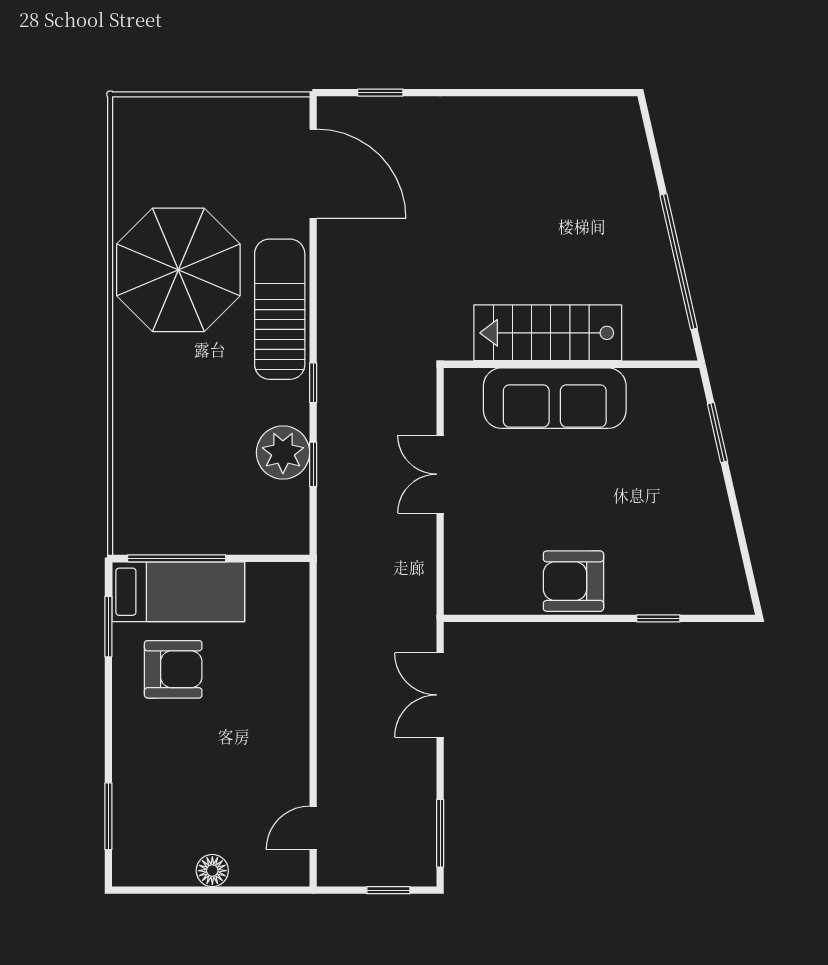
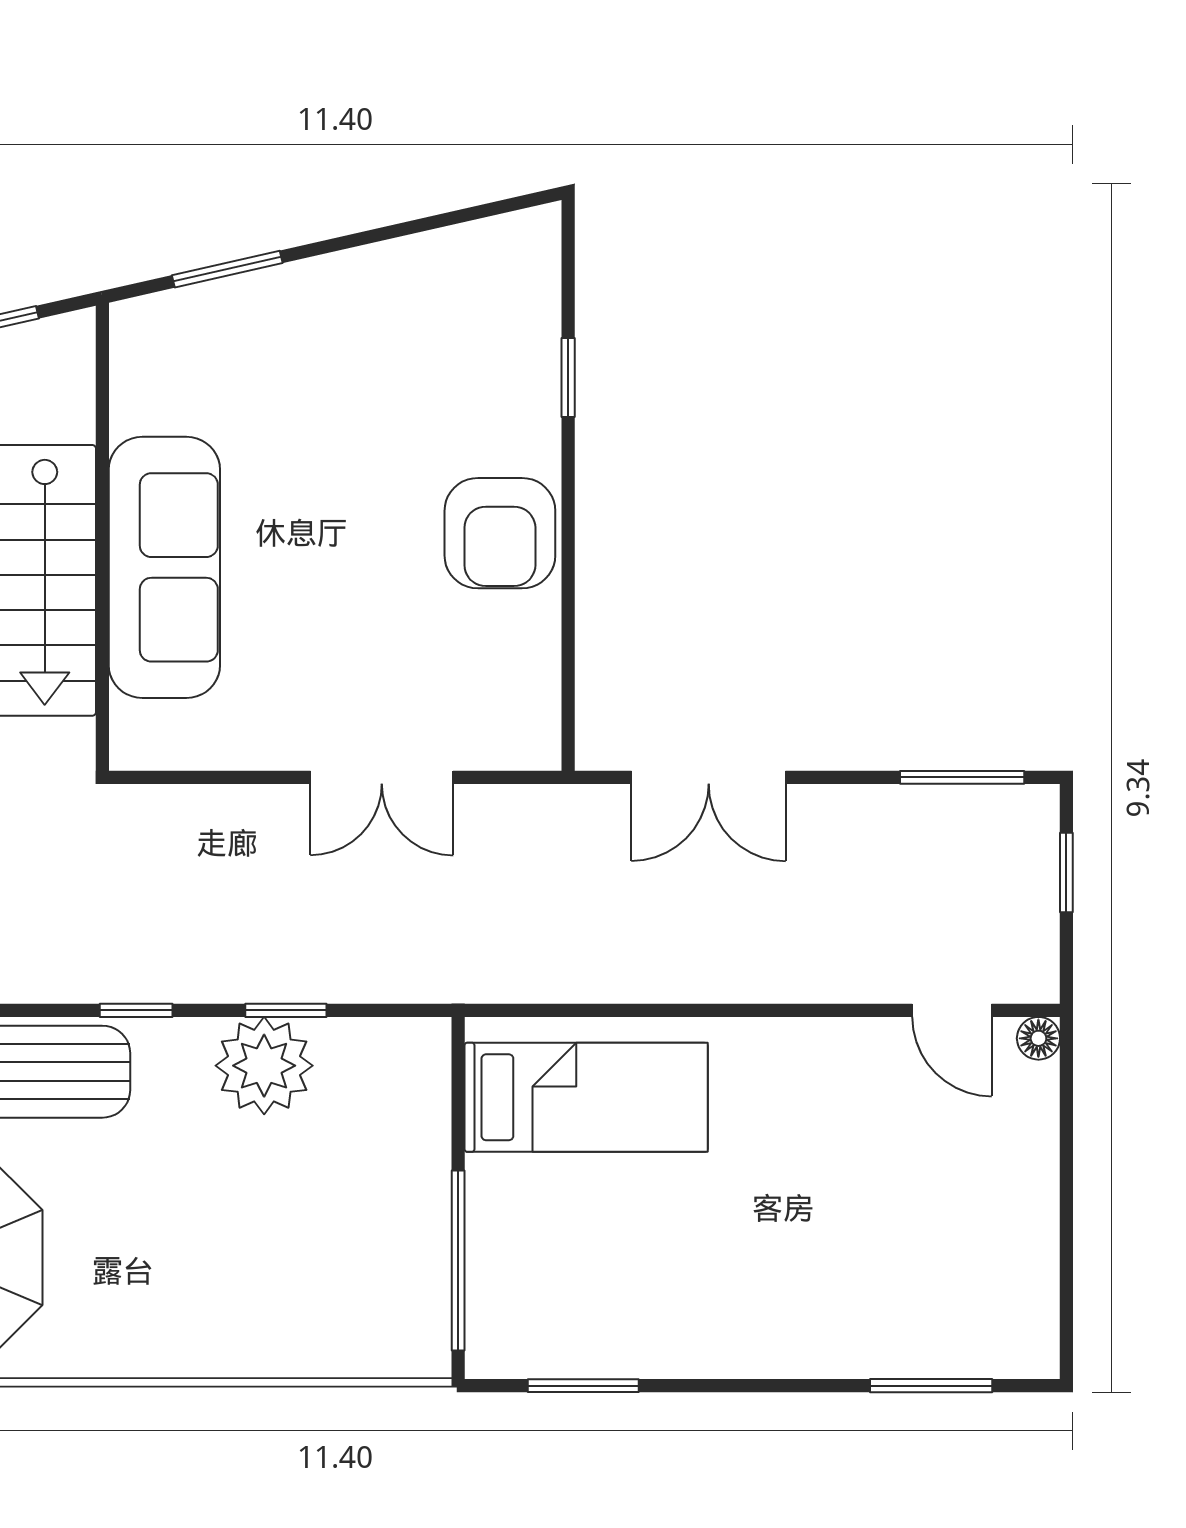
double door: (440, 474) -> (382, 777), moved
bed: (178, 592) -> (586, 1097), moved, turned 90
armchair: (173, 669) -> (661, 1267), removed
floor lamp: (212, 871) -> (1038, 1038), moved, width x0.73, depth x0.73

